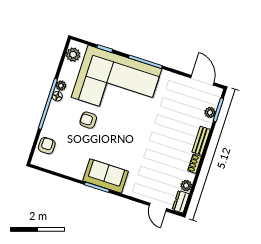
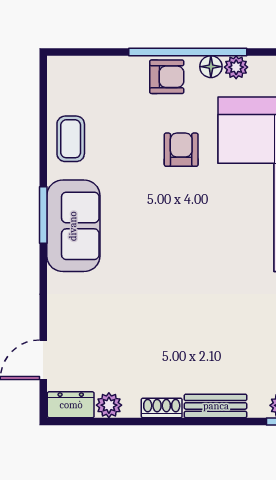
armchair: (47, 146) -> (167, 77), moved
coffee table: (68, 165) -> (71, 139), added

